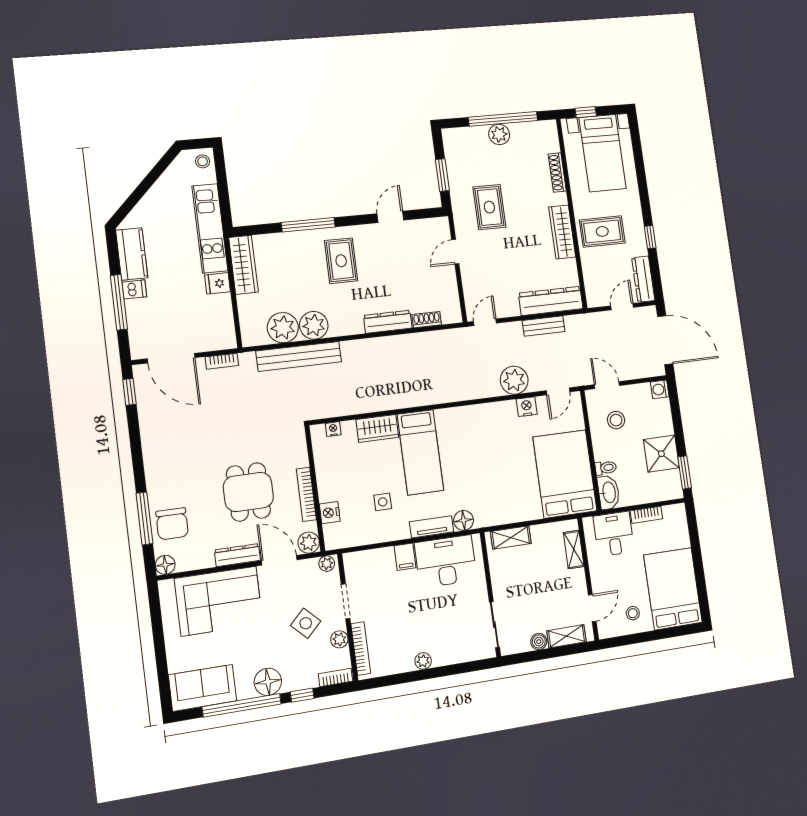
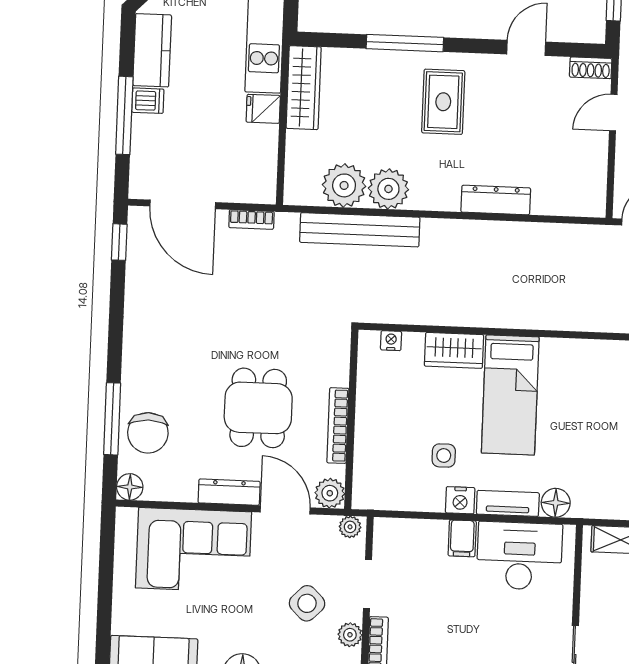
shoe rack: (427, 320) -> (591, 68), moved, turned 180
nightstand: (330, 513) -> (460, 500), moved, turned -90

